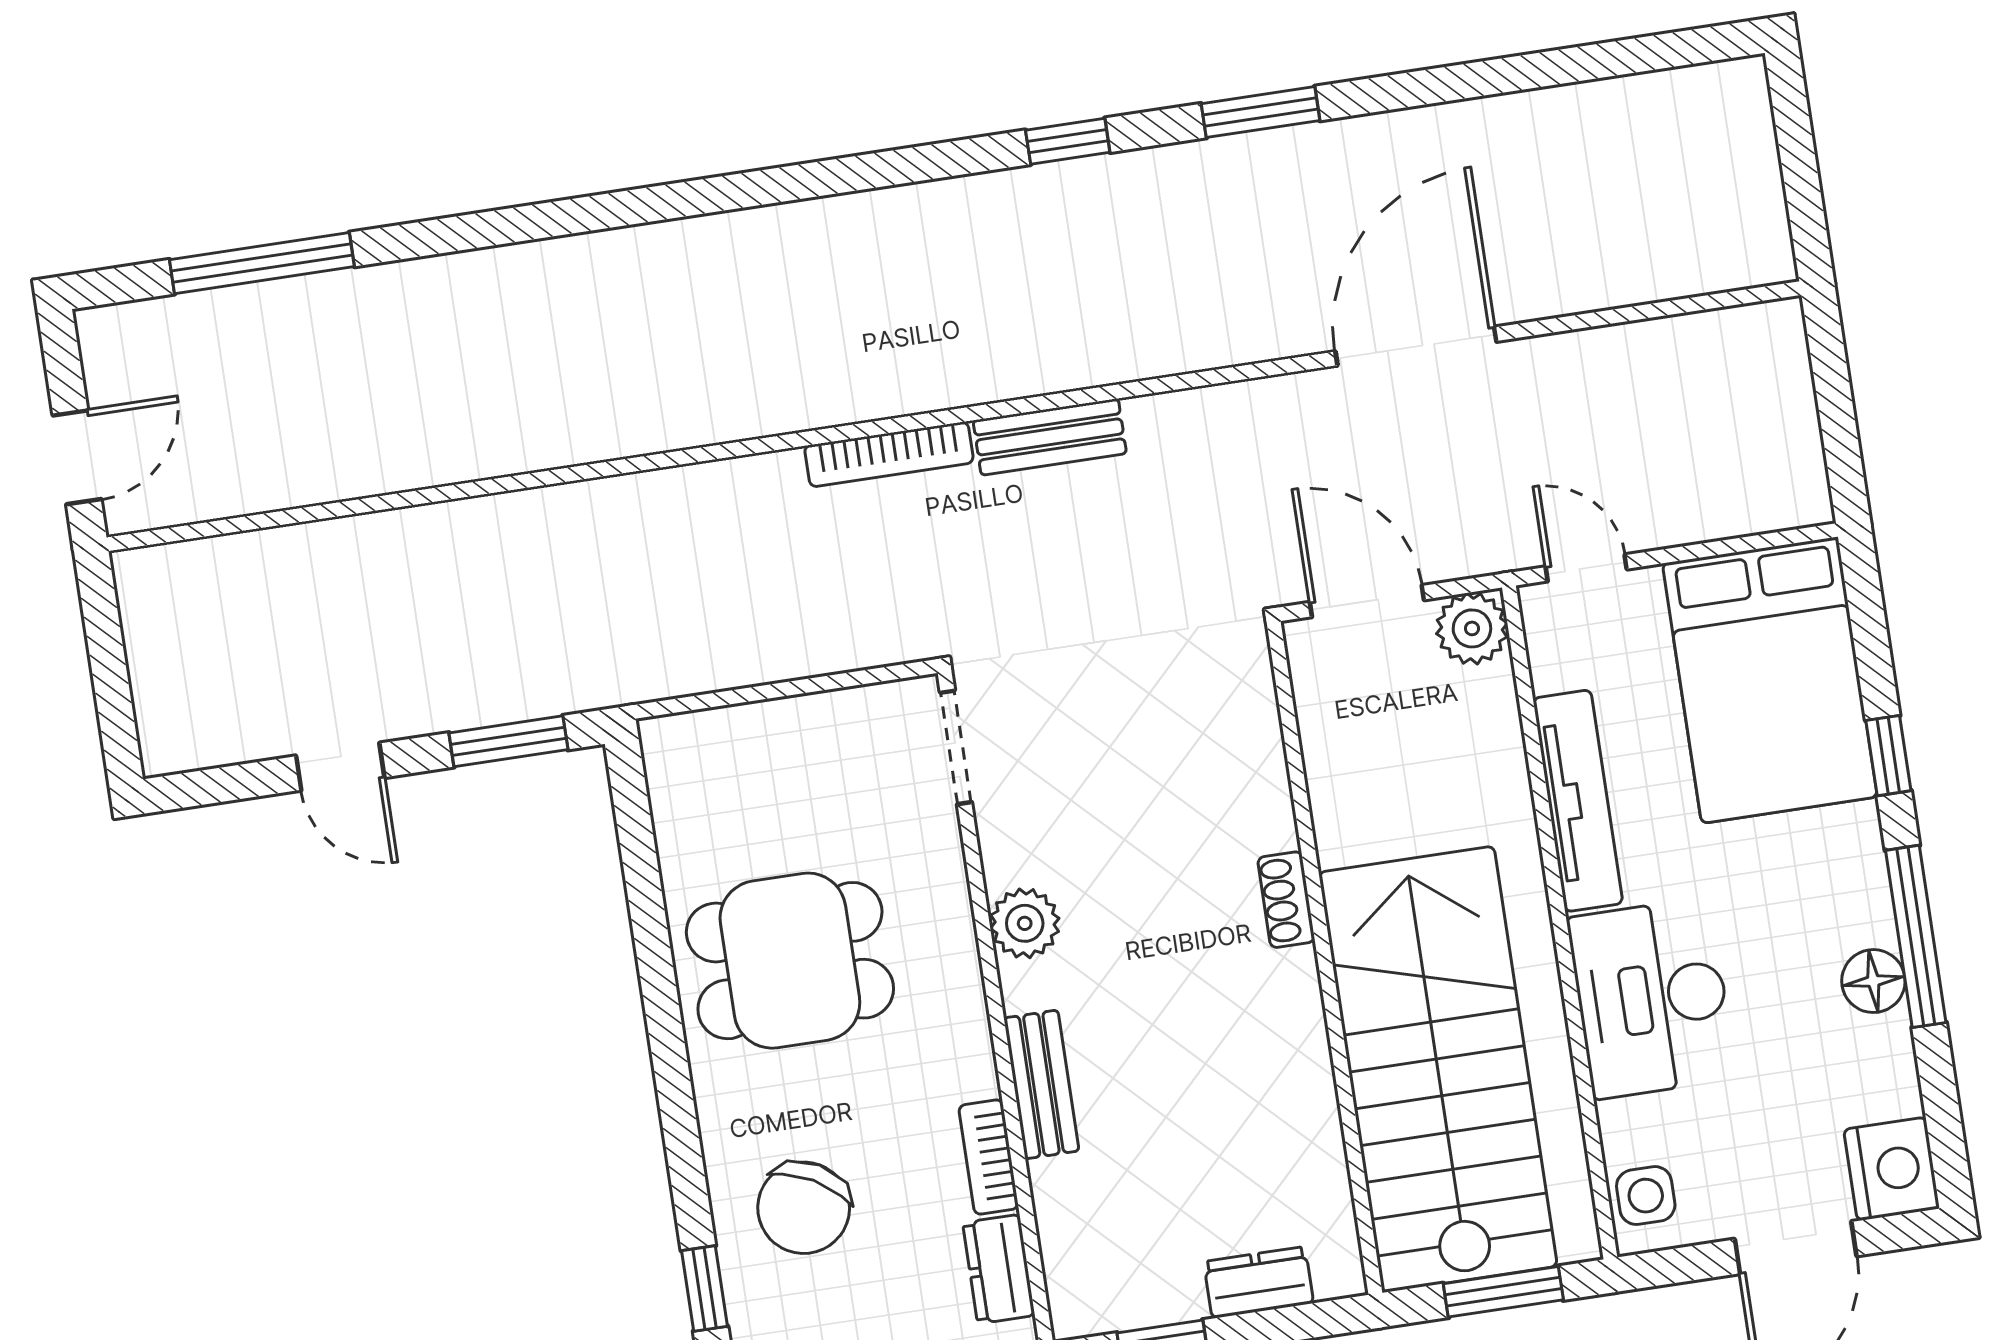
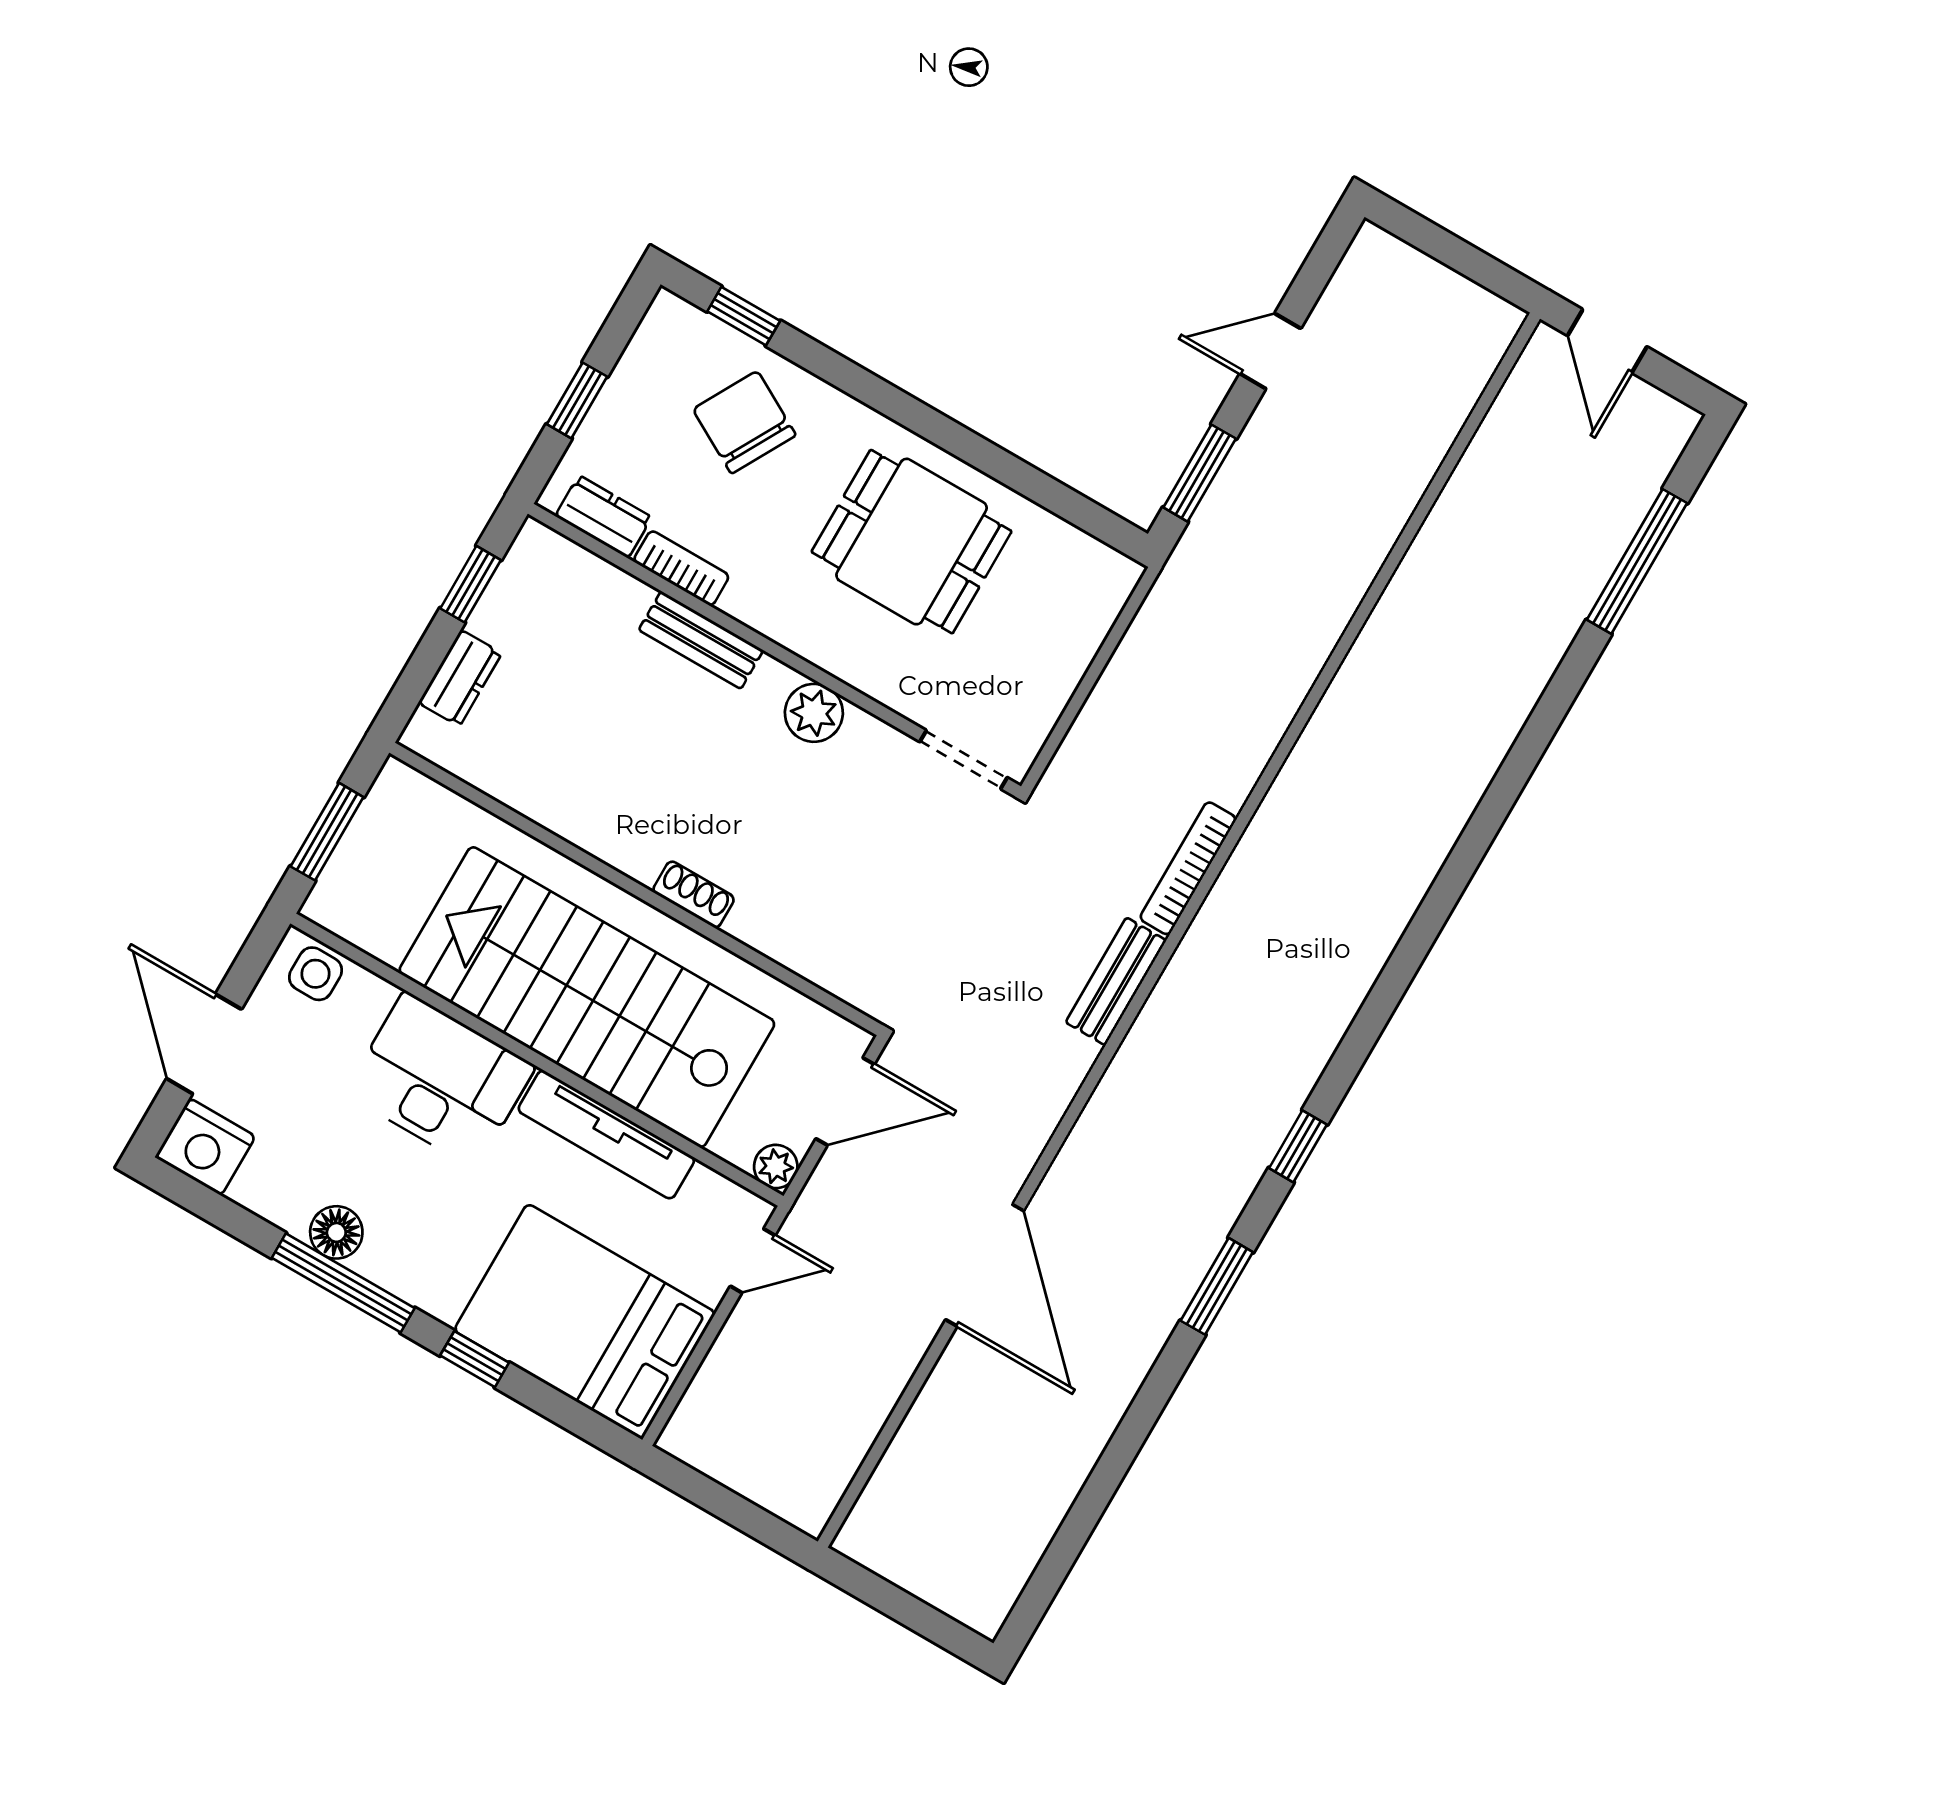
plant: (1472, 628) -> (776, 1167), width x0.73, depth x0.73
dining table: (790, 961) -> (912, 542), turned 90
stairs: (1438, 1069) -> (587, 997), moved, turned 180

